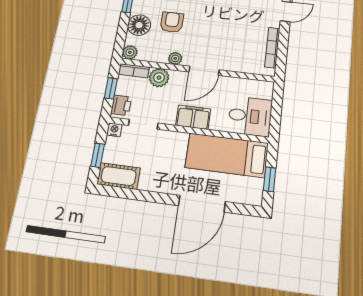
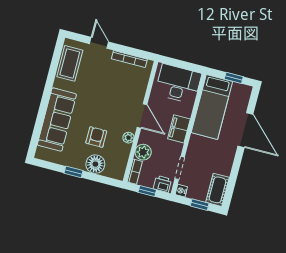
armchair: (172, 22) -> (96, 137), turned 90
plant: (130, 52) -> (118, 174), removed
desk: (250, 116) -> (178, 84), width x1.37

